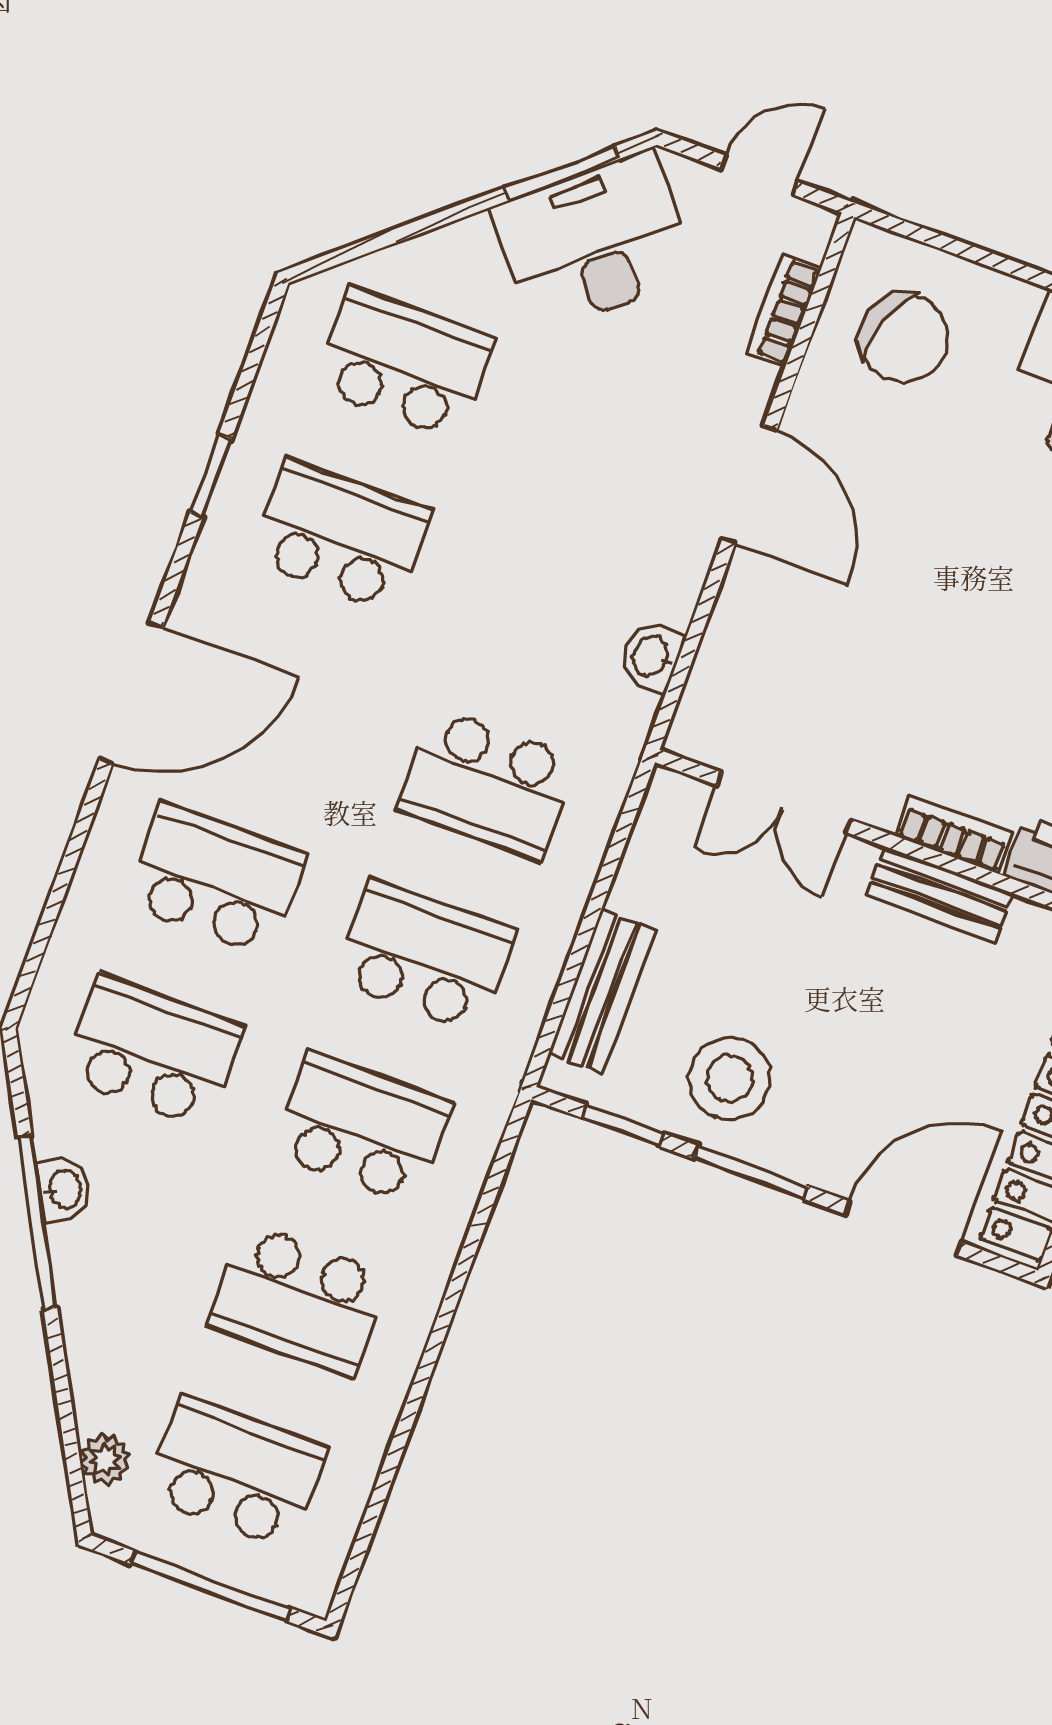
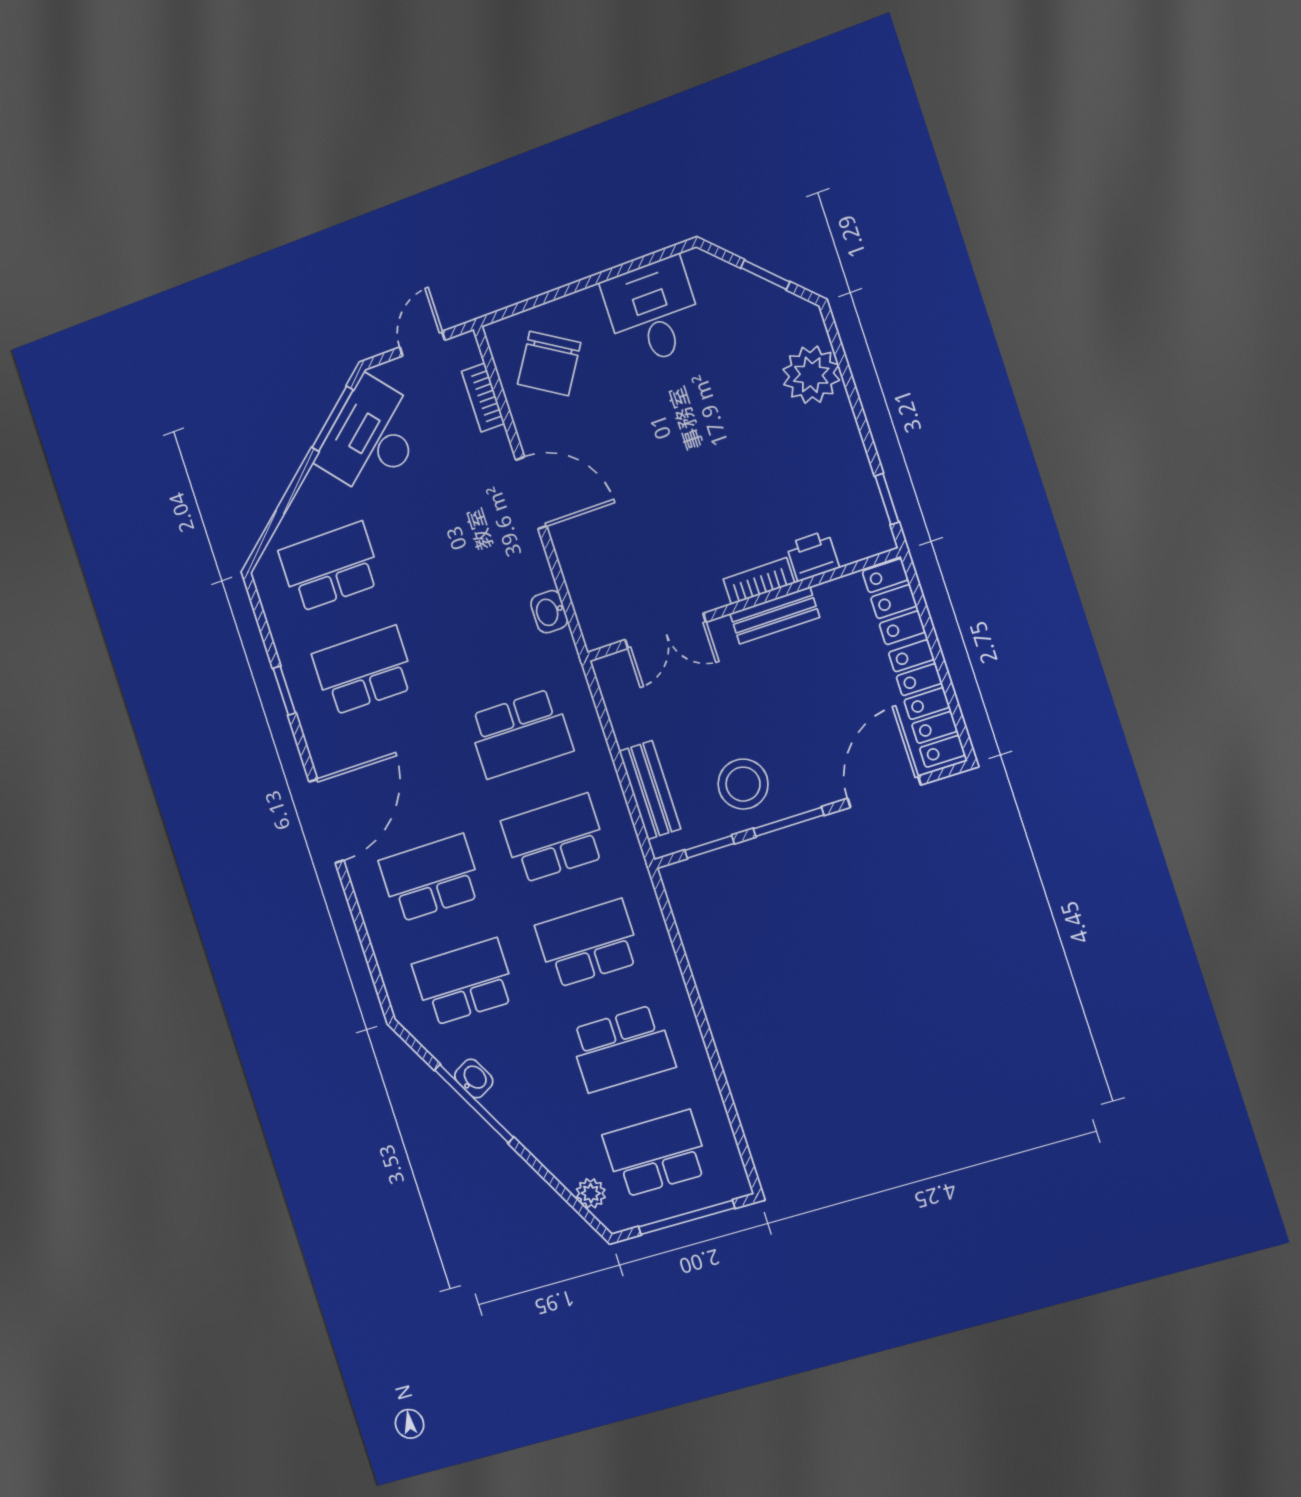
chair: (904, 338) -> (549, 363), turned 104

